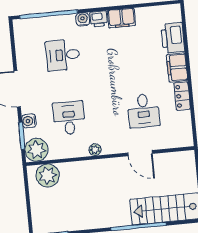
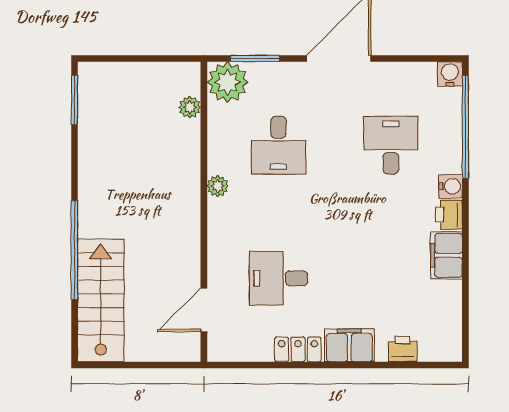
printer: (173, 38) -> (403, 349), width x0.53, depth x0.68
desk: (69, 118) -> (278, 145), turned 90
water cooler: (29, 121) -> (450, 74), moved
door: (140, 153) -> (204, 310), moved
plant: (48, 175) -> (190, 107), width x0.53, depth x0.53

